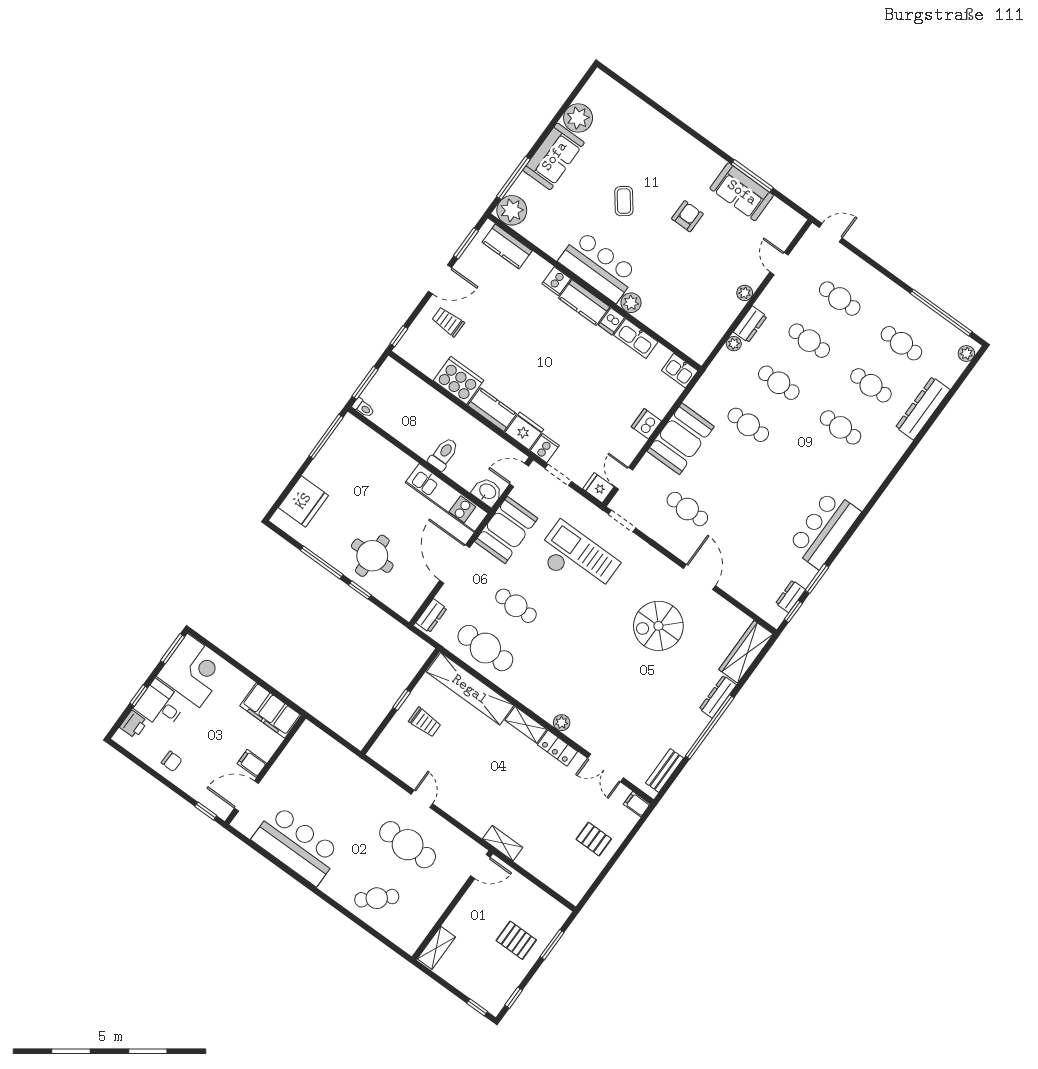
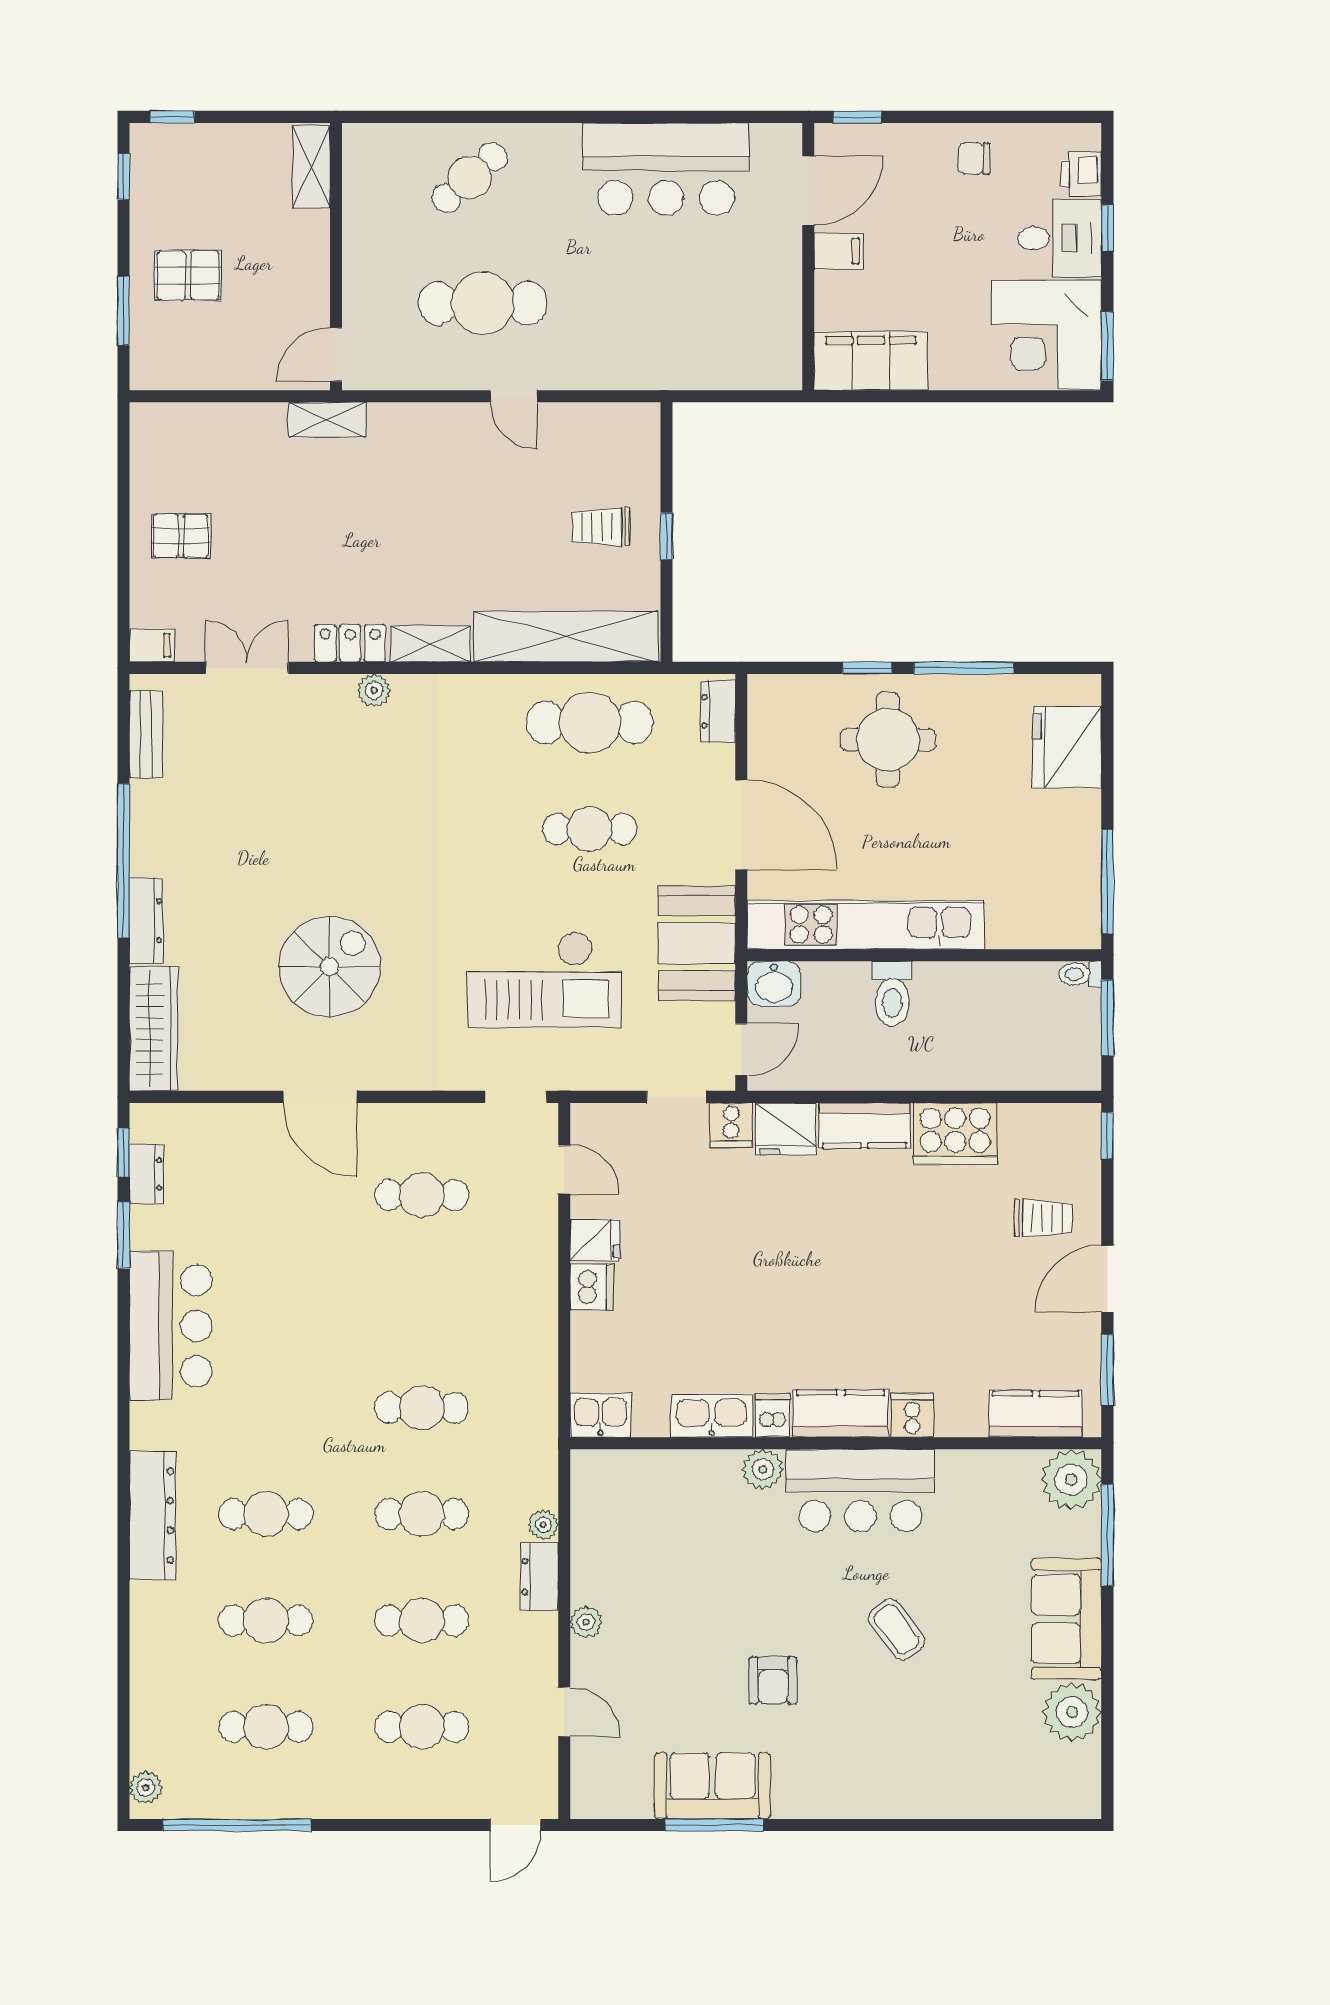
dresser: (923, 408) -> (152, 1516), moved
booth: (681, 439) -> (517, 1303), removed
fridge: (598, 488) -> (595, 1240), moved
kitchen unit: (447, 498) -> (866, 925), width x1.36

